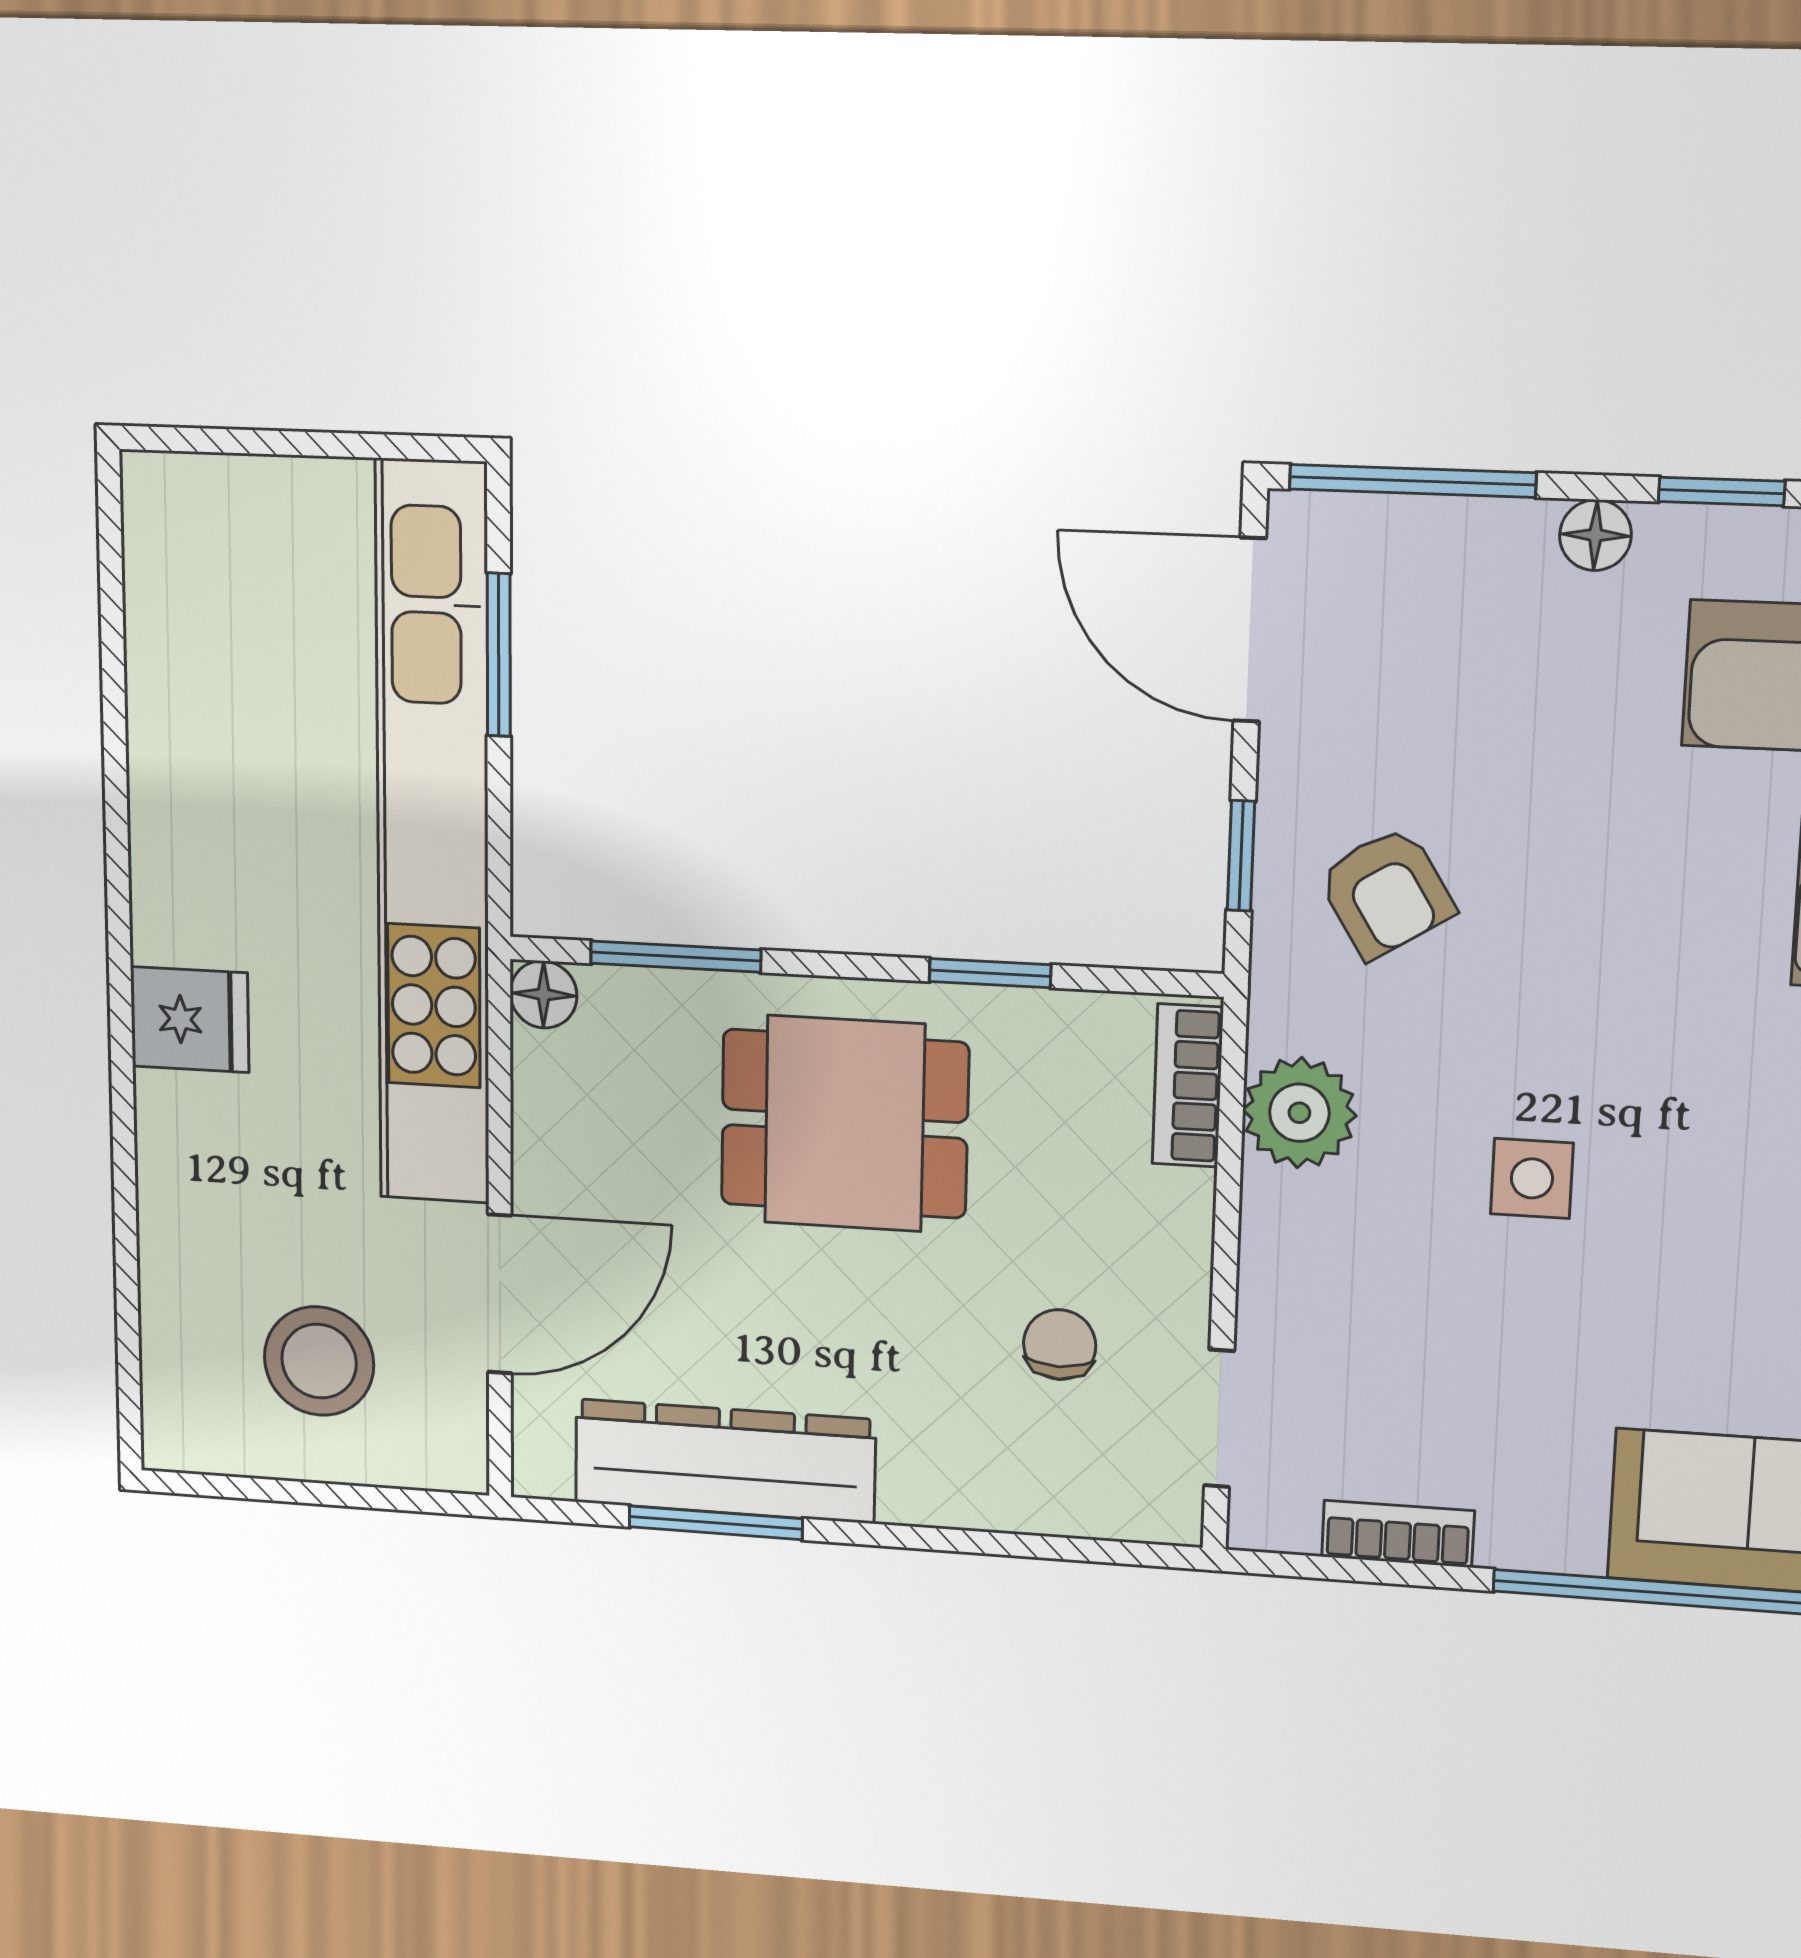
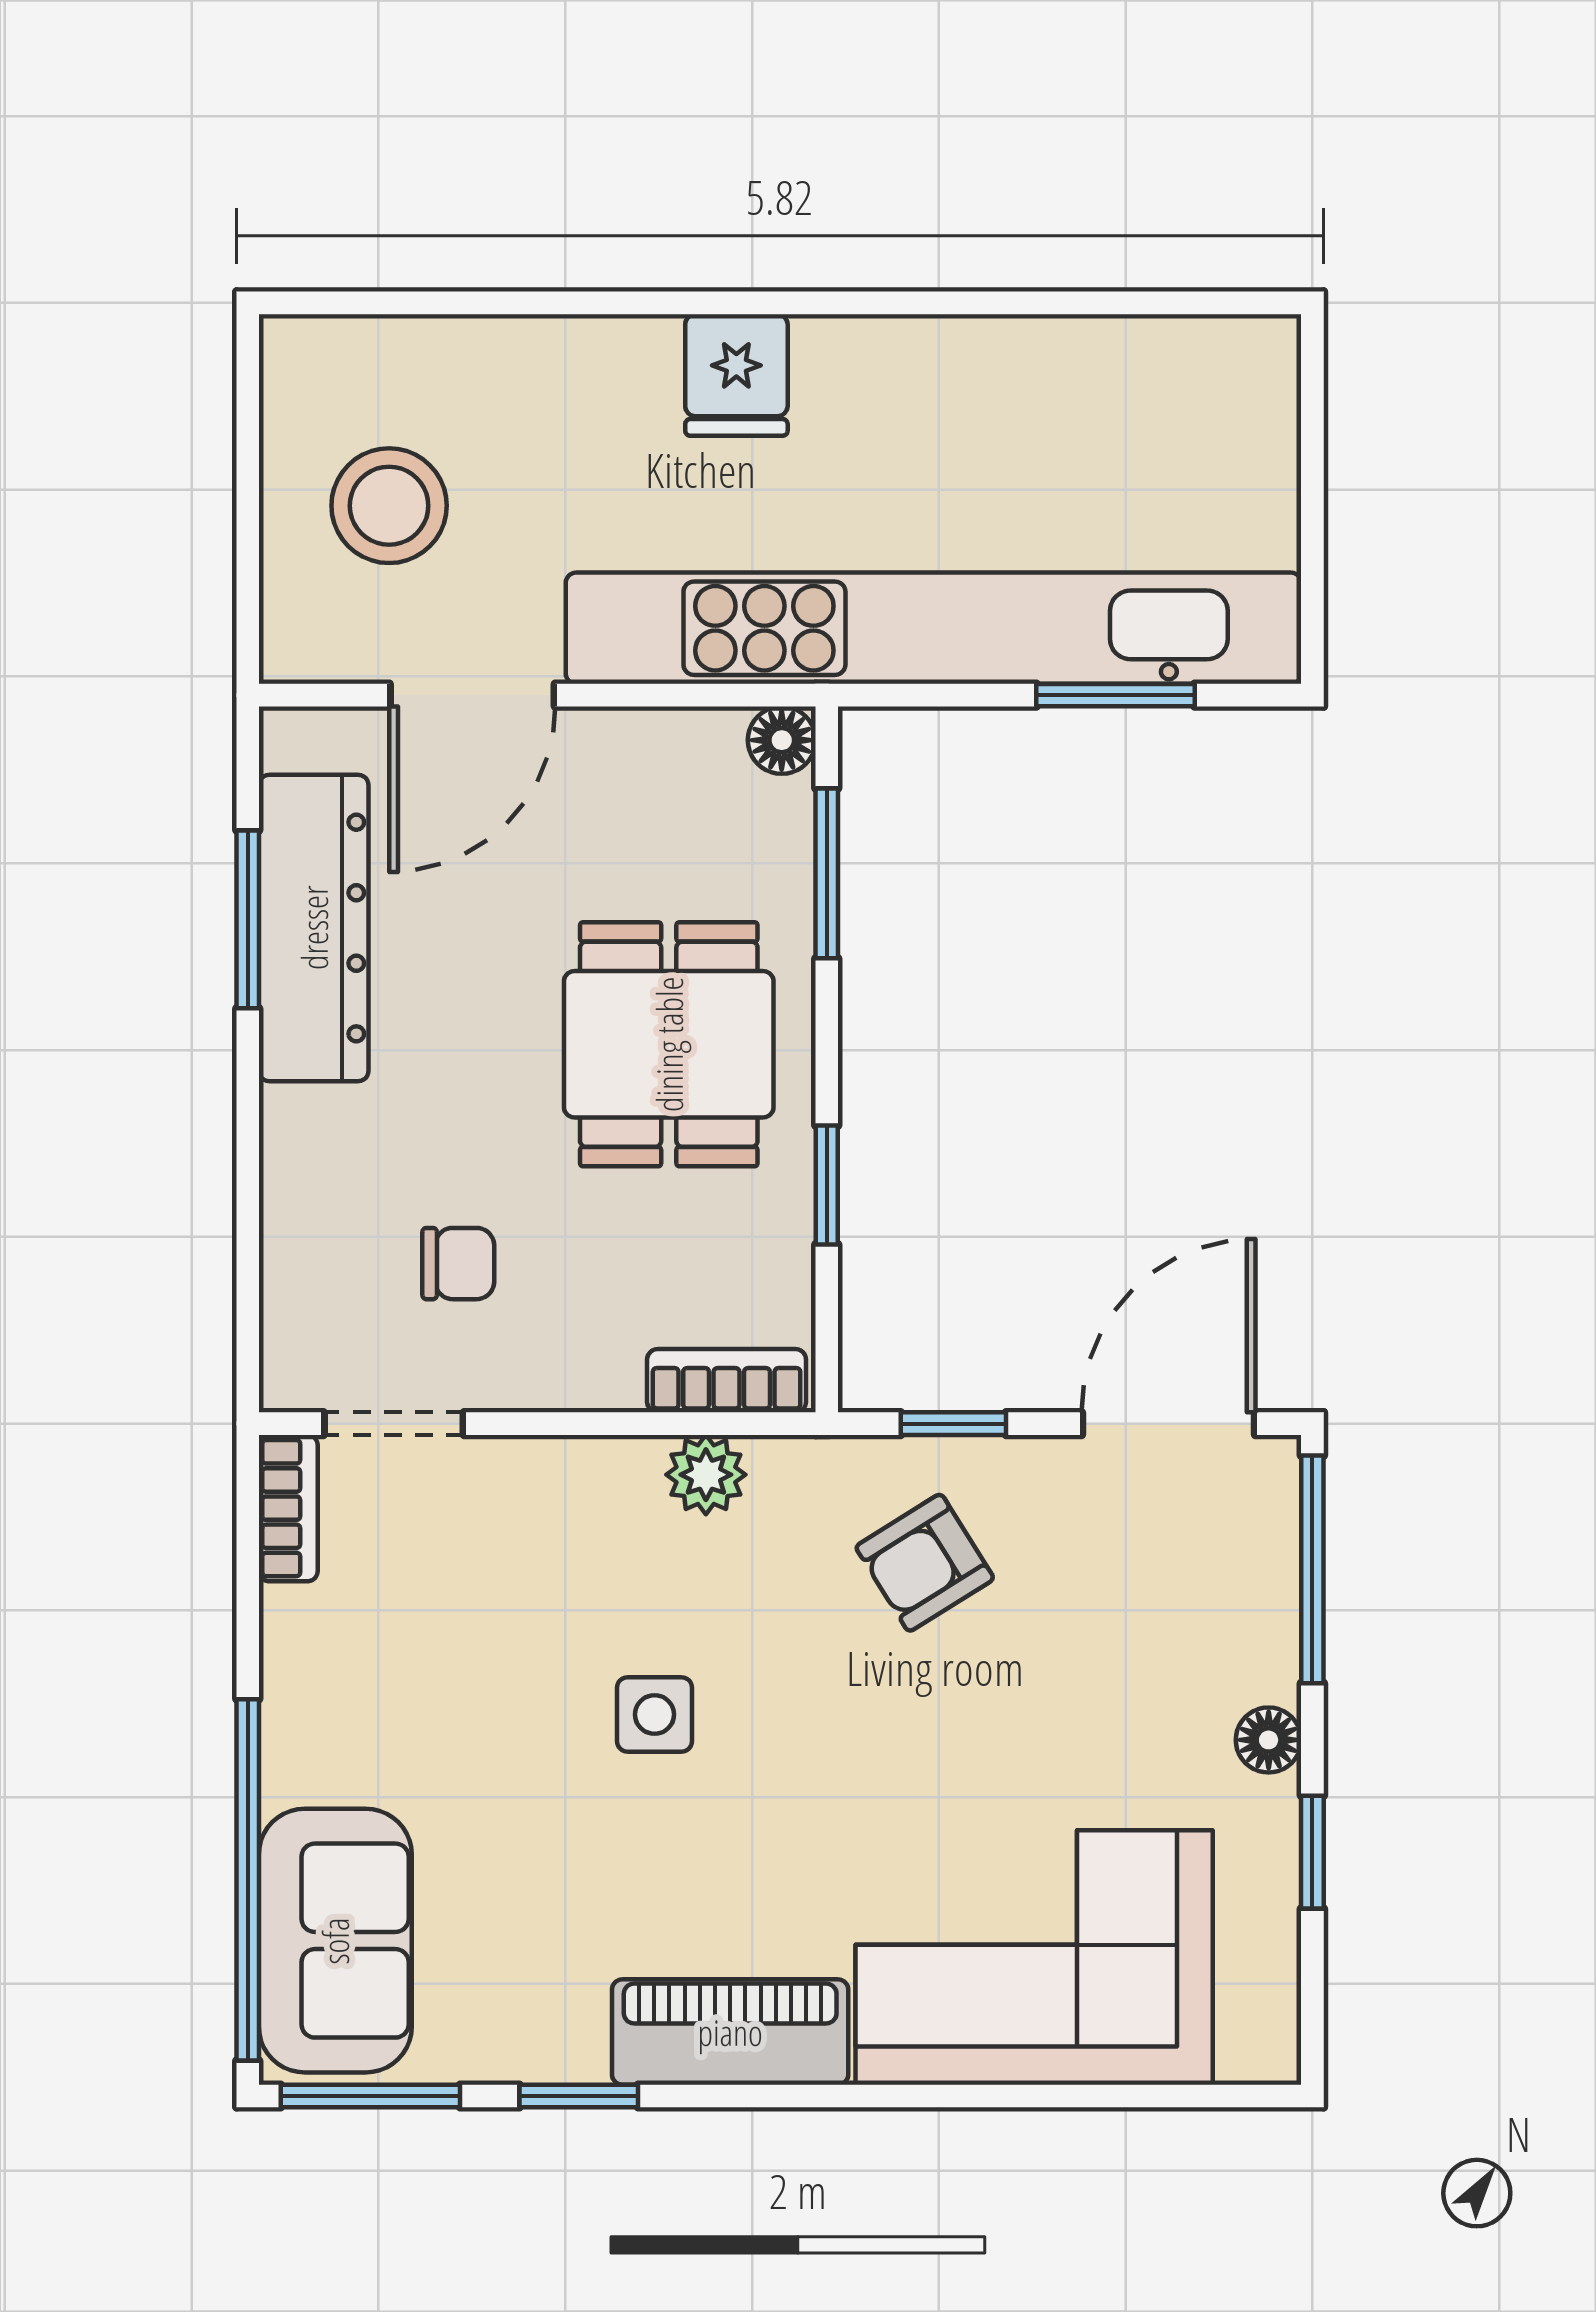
plant: (1299, 1113) -> (706, 1475), width x0.73, depth x0.73
door: (500, 1294) -> (472, 695), hinge flipped
bookcase: (1398, 1534) -> (288, 1508), moved

